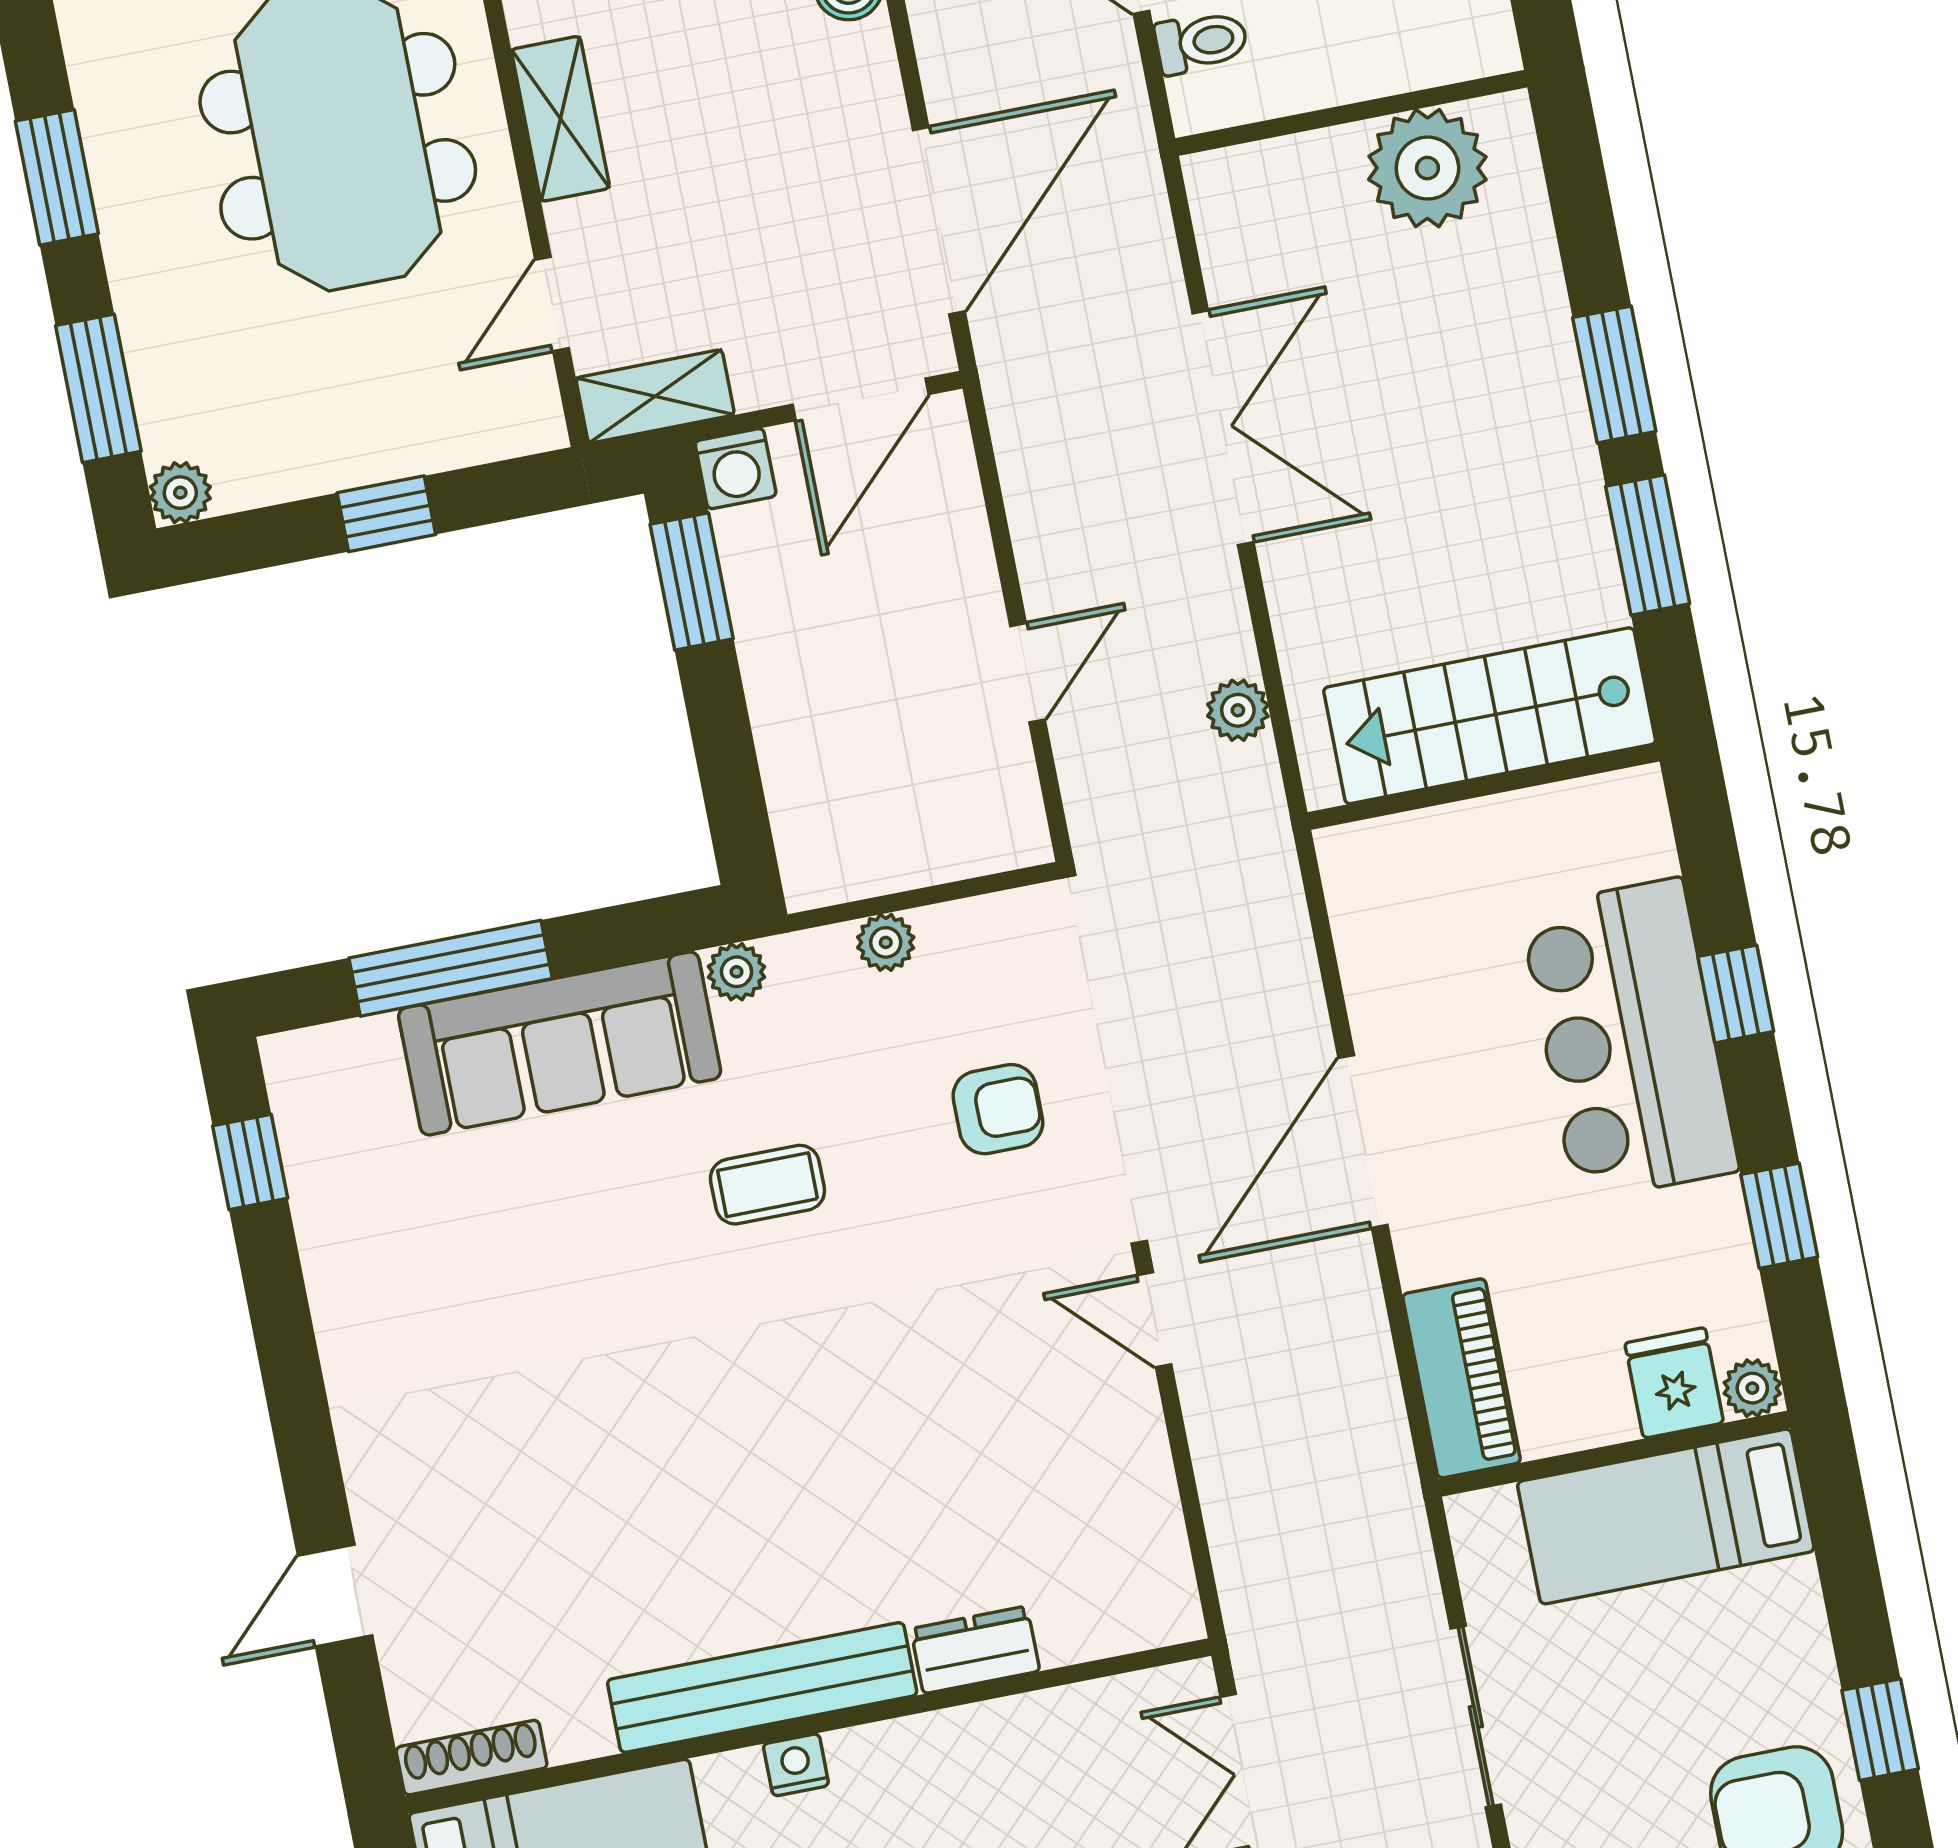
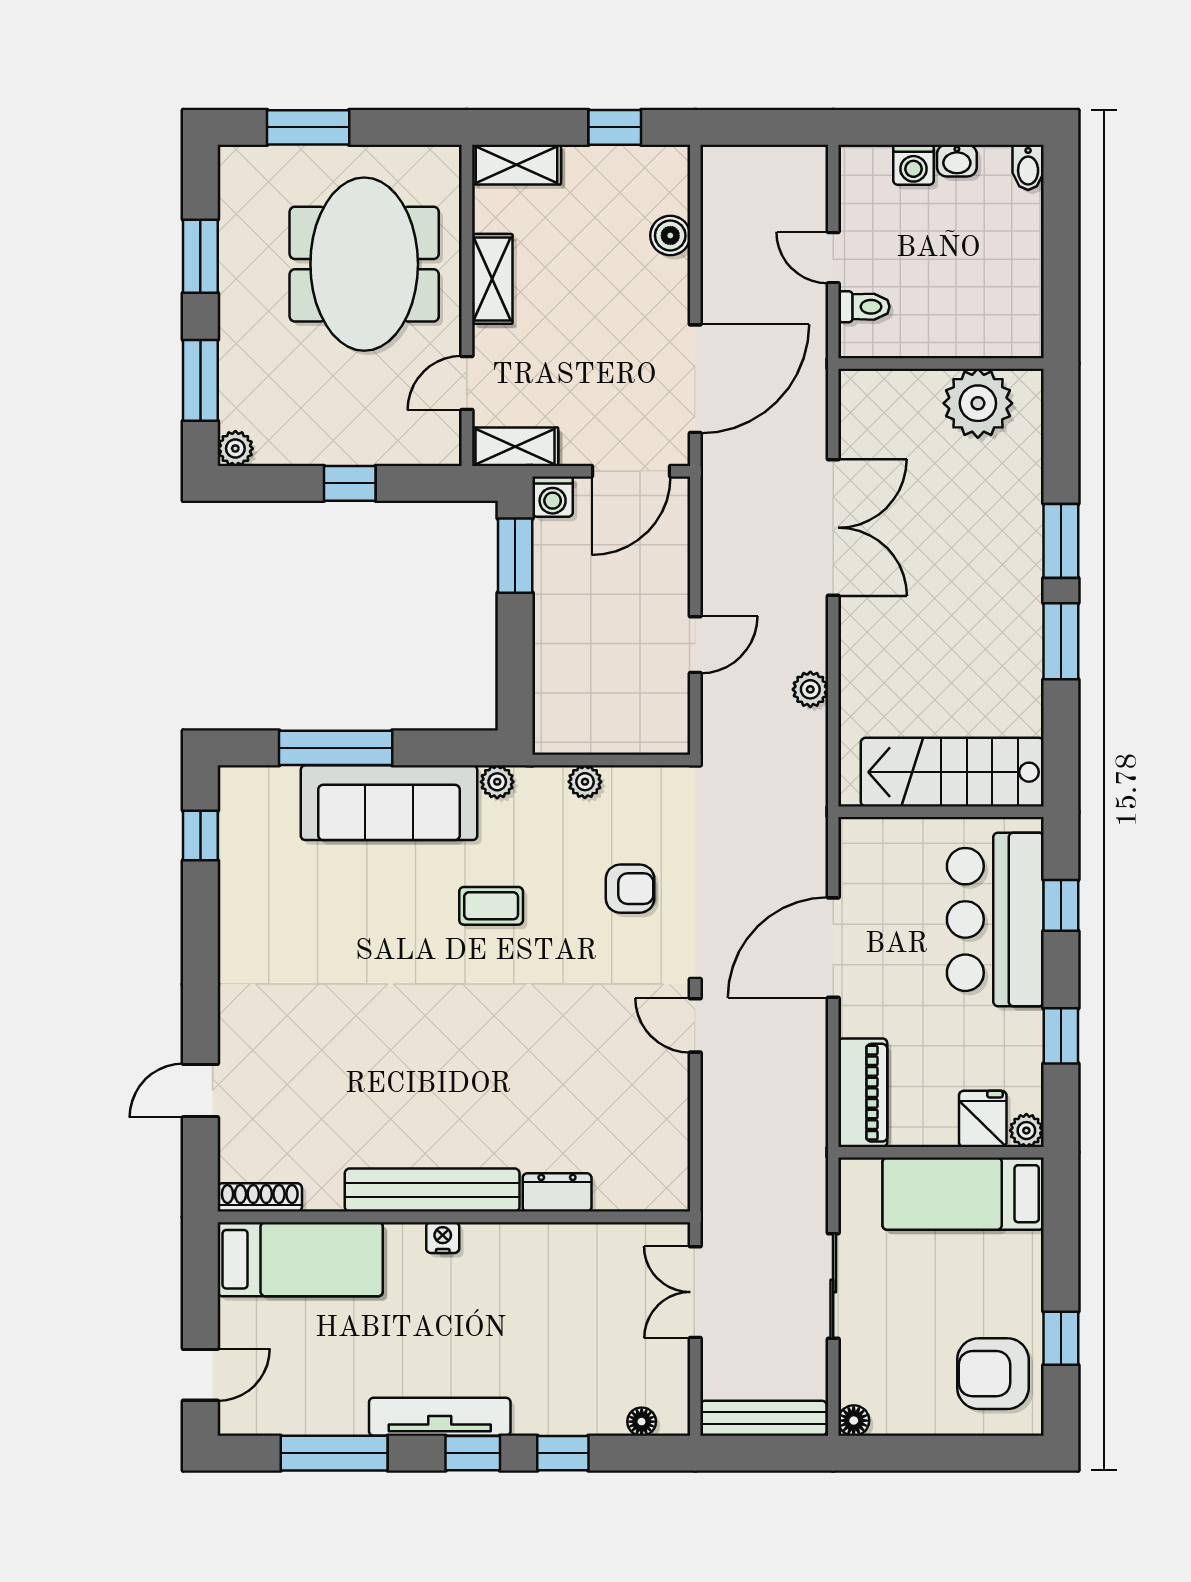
stairs: (1490, 716) -> (952, 772), moved
wall: (1484, 787) -> (941, 812), moved

